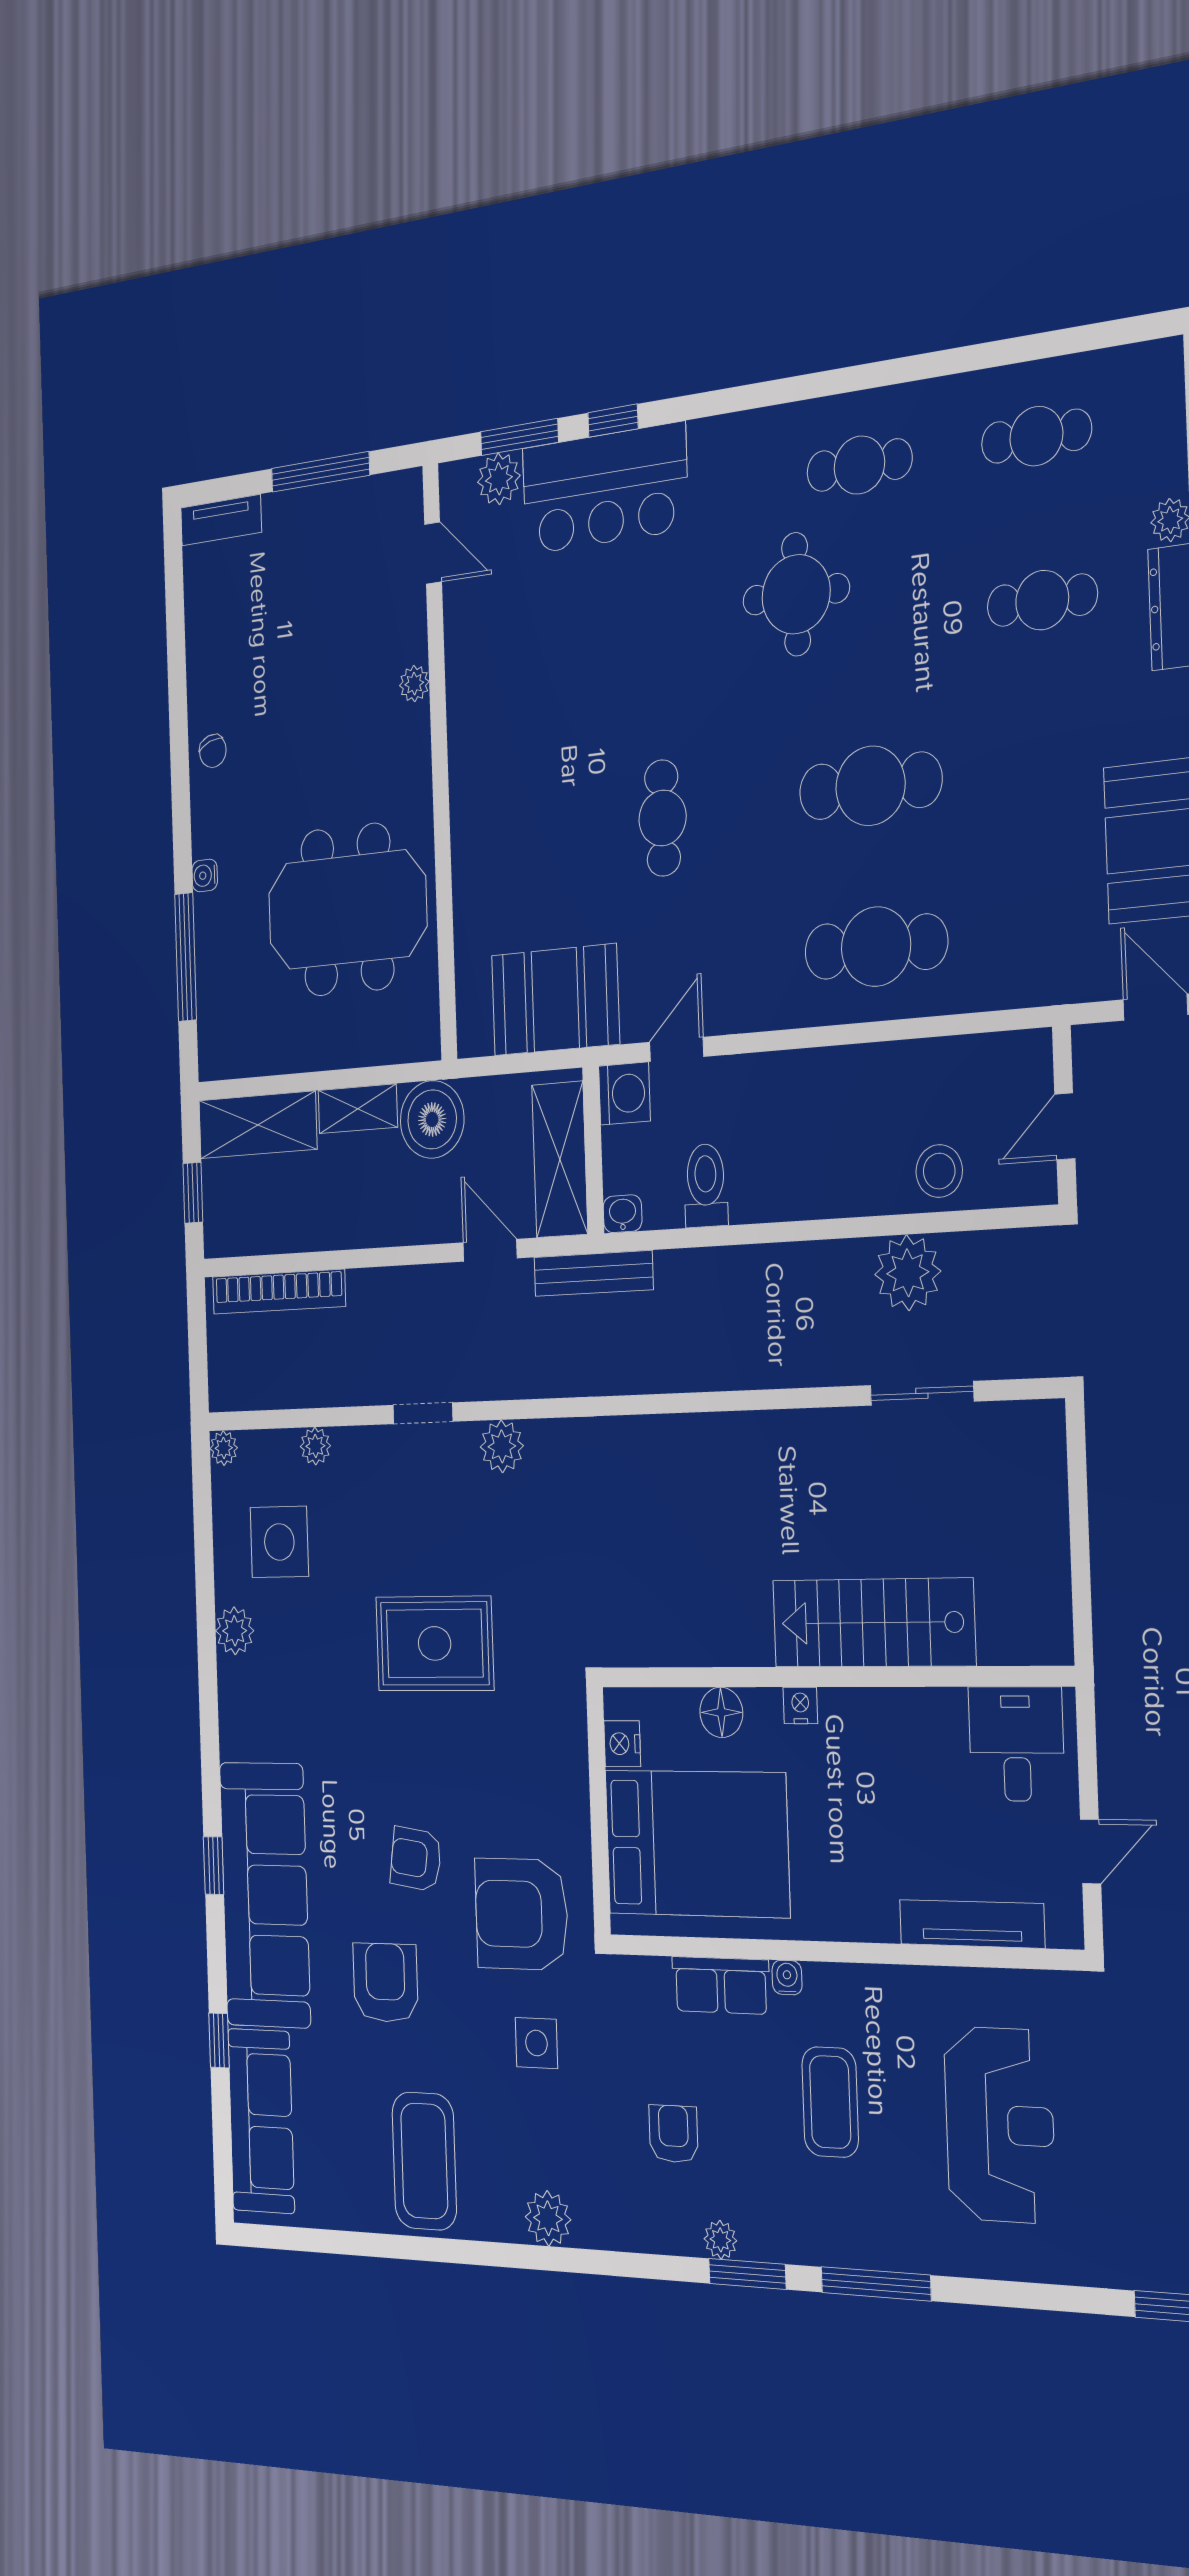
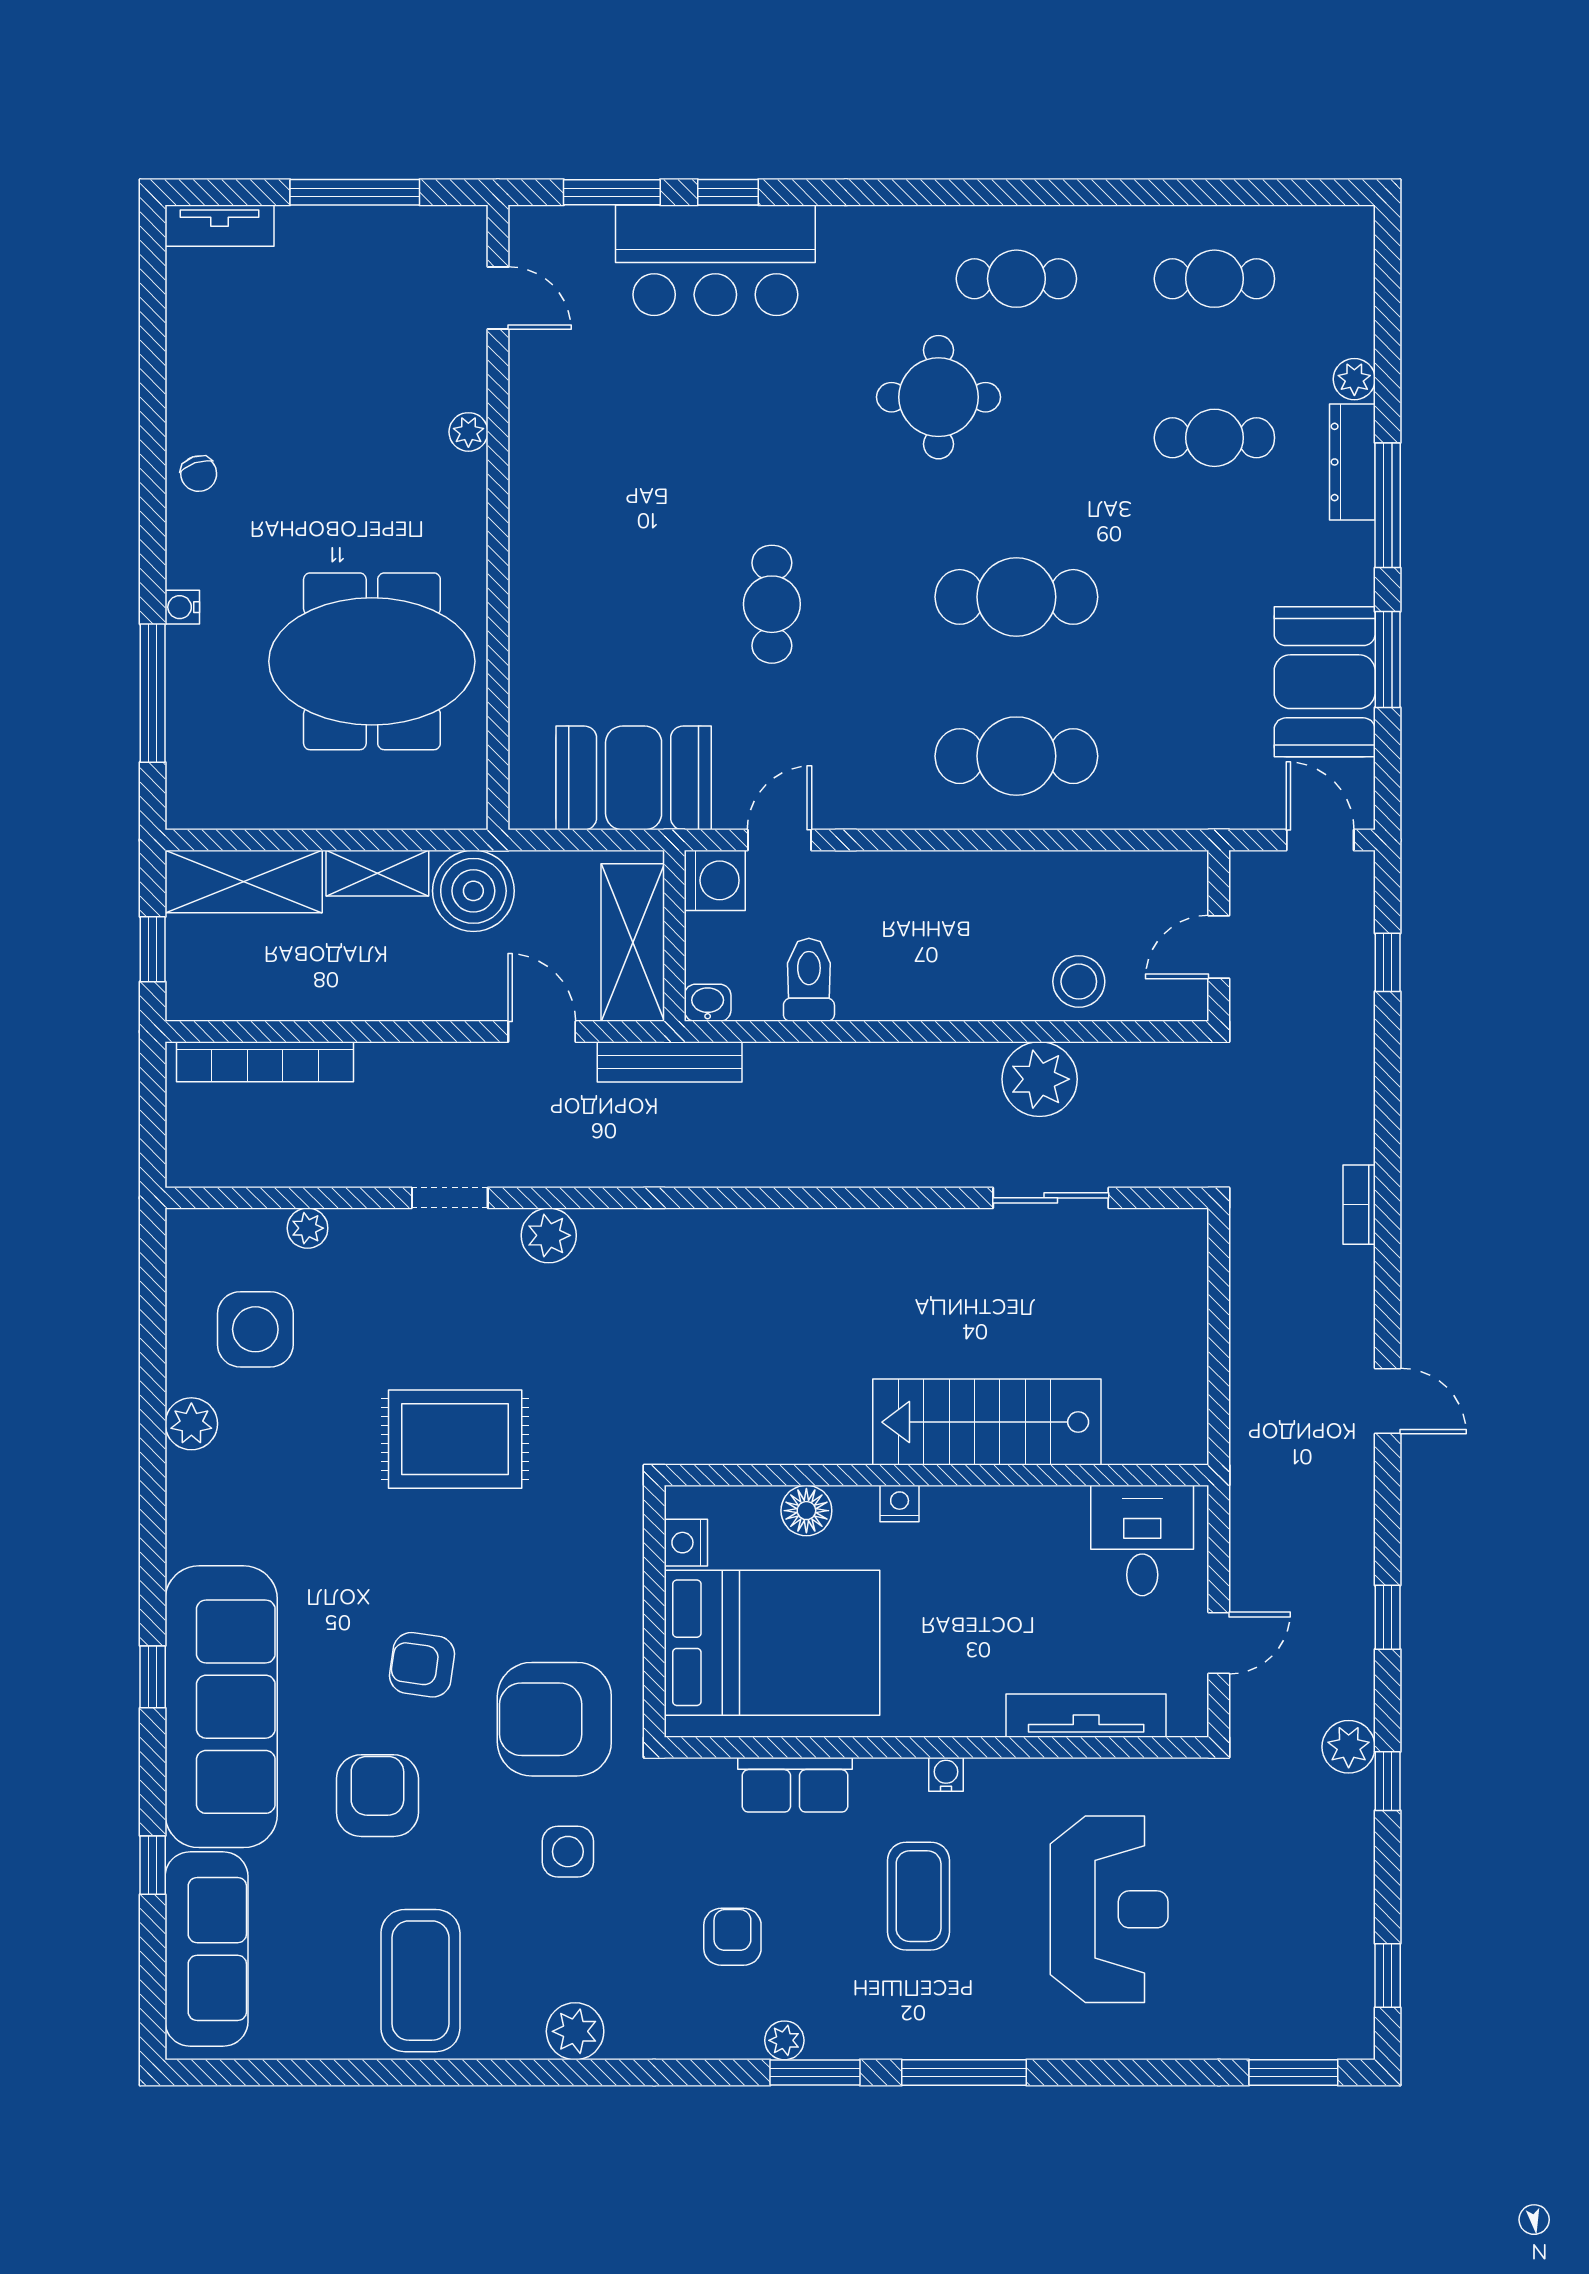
plant: (499, 479) -> (584, 232), removed
plant: (224, 1448) -> (184, 1227), removed
water cooler: (787, 1978) -> (946, 1774), moved

